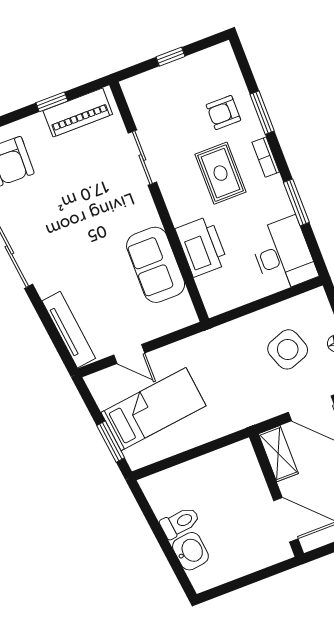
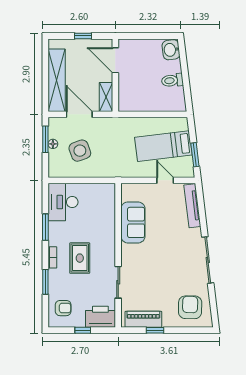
armchair: (223, 113) -> (63, 308), moved
printer: (202, 247) -> (100, 317), moved, turned 90
window: (111, 442) -> (195, 155), moved
washbasin: (190, 551) -> (171, 50), moved

